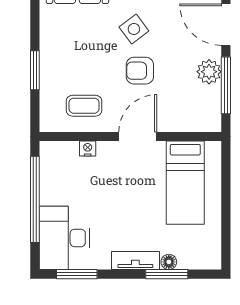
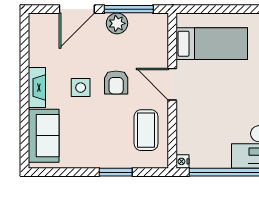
side table: (134, 29) -> (81, 88), turned 37
coffee table: (84, 106) -> (146, 130), width x1.36, depth x1.30
nightstand: (88, 148) -> (183, 161), moved

